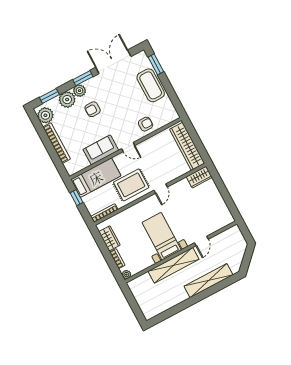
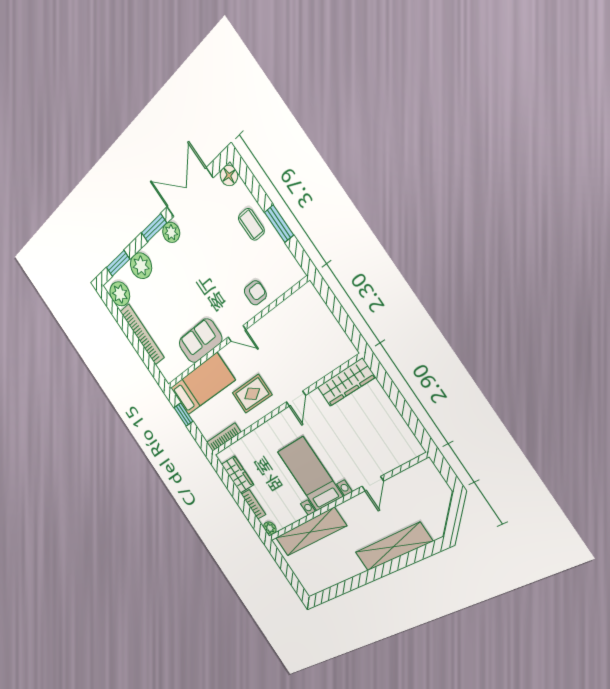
floor lamp: (142, 57) -> (229, 176), added
window: (156, 64) -> (279, 224), moved
coffee table: (151, 85) -> (251, 224), width x0.54, depth x0.58
plant: (79, 91) -> (171, 232), moved
armchair: (93, 109) -> (177, 277), removed
wardrobe: (187, 146) -> (326, 325), removed
wardrobe: (199, 177) -> (346, 382), width x1.50
rug: (131, 185) -> (252, 394), width x0.73, depth x0.70
shelving: (174, 265) -> (310, 532), moved

